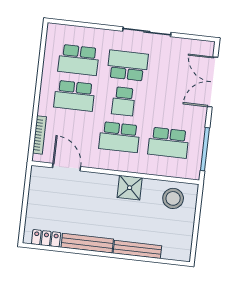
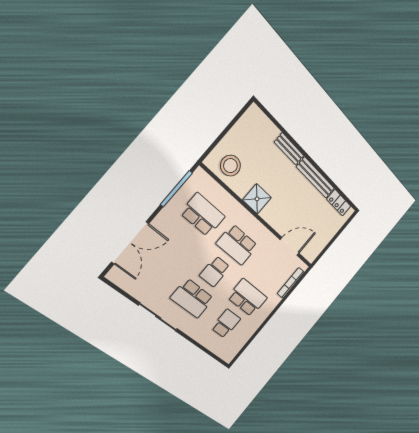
school desk: (79, 60) -> (226, 324), width x0.54
school desk: (123, 101) -> (215, 271), turned 180
school desk: (119, 137) -> (237, 245), turned 180
door: (67, 167) -> (290, 247), swing flipped
bench: (137, 249) -> (289, 149), width x0.73

